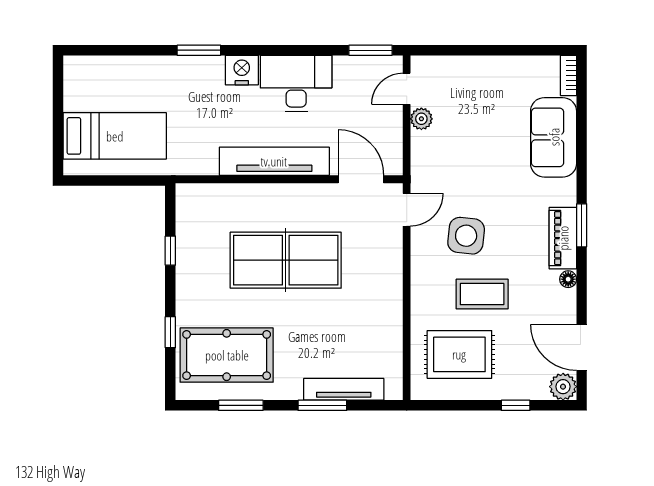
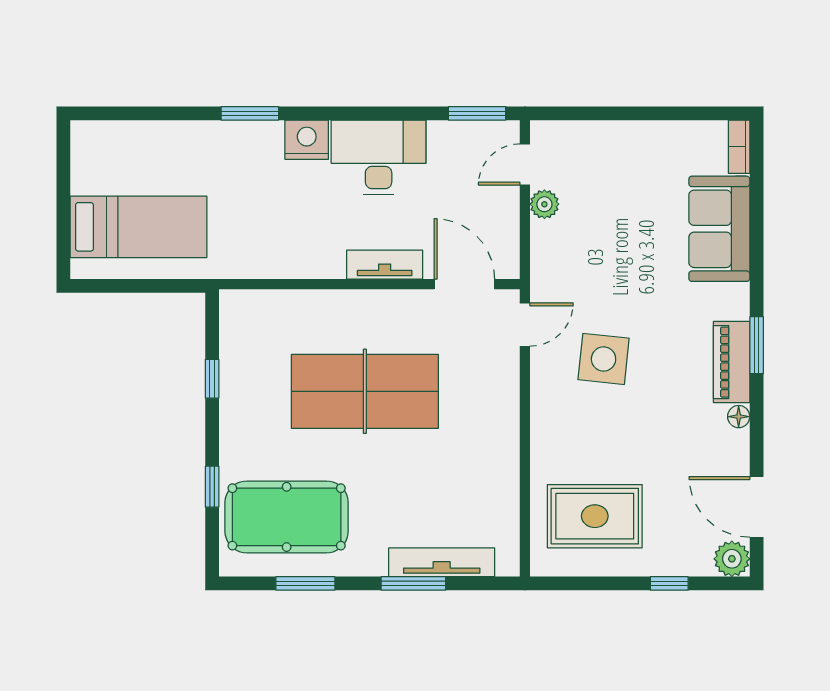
tv unit: (274, 161) -> (385, 265), width x0.52, depth x0.78
coffee table: (482, 294) -> (625, 436), removed

